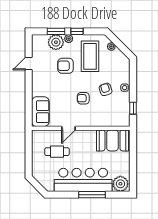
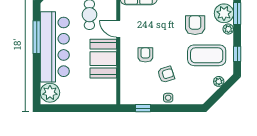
window: (77, 31) -> (237, 54), moved
armchair: (83, 98) -> (145, 55), moved
booth: (112, 140) -> (103, 59), moved
window: (92, 195) -> (37, 37), moved

